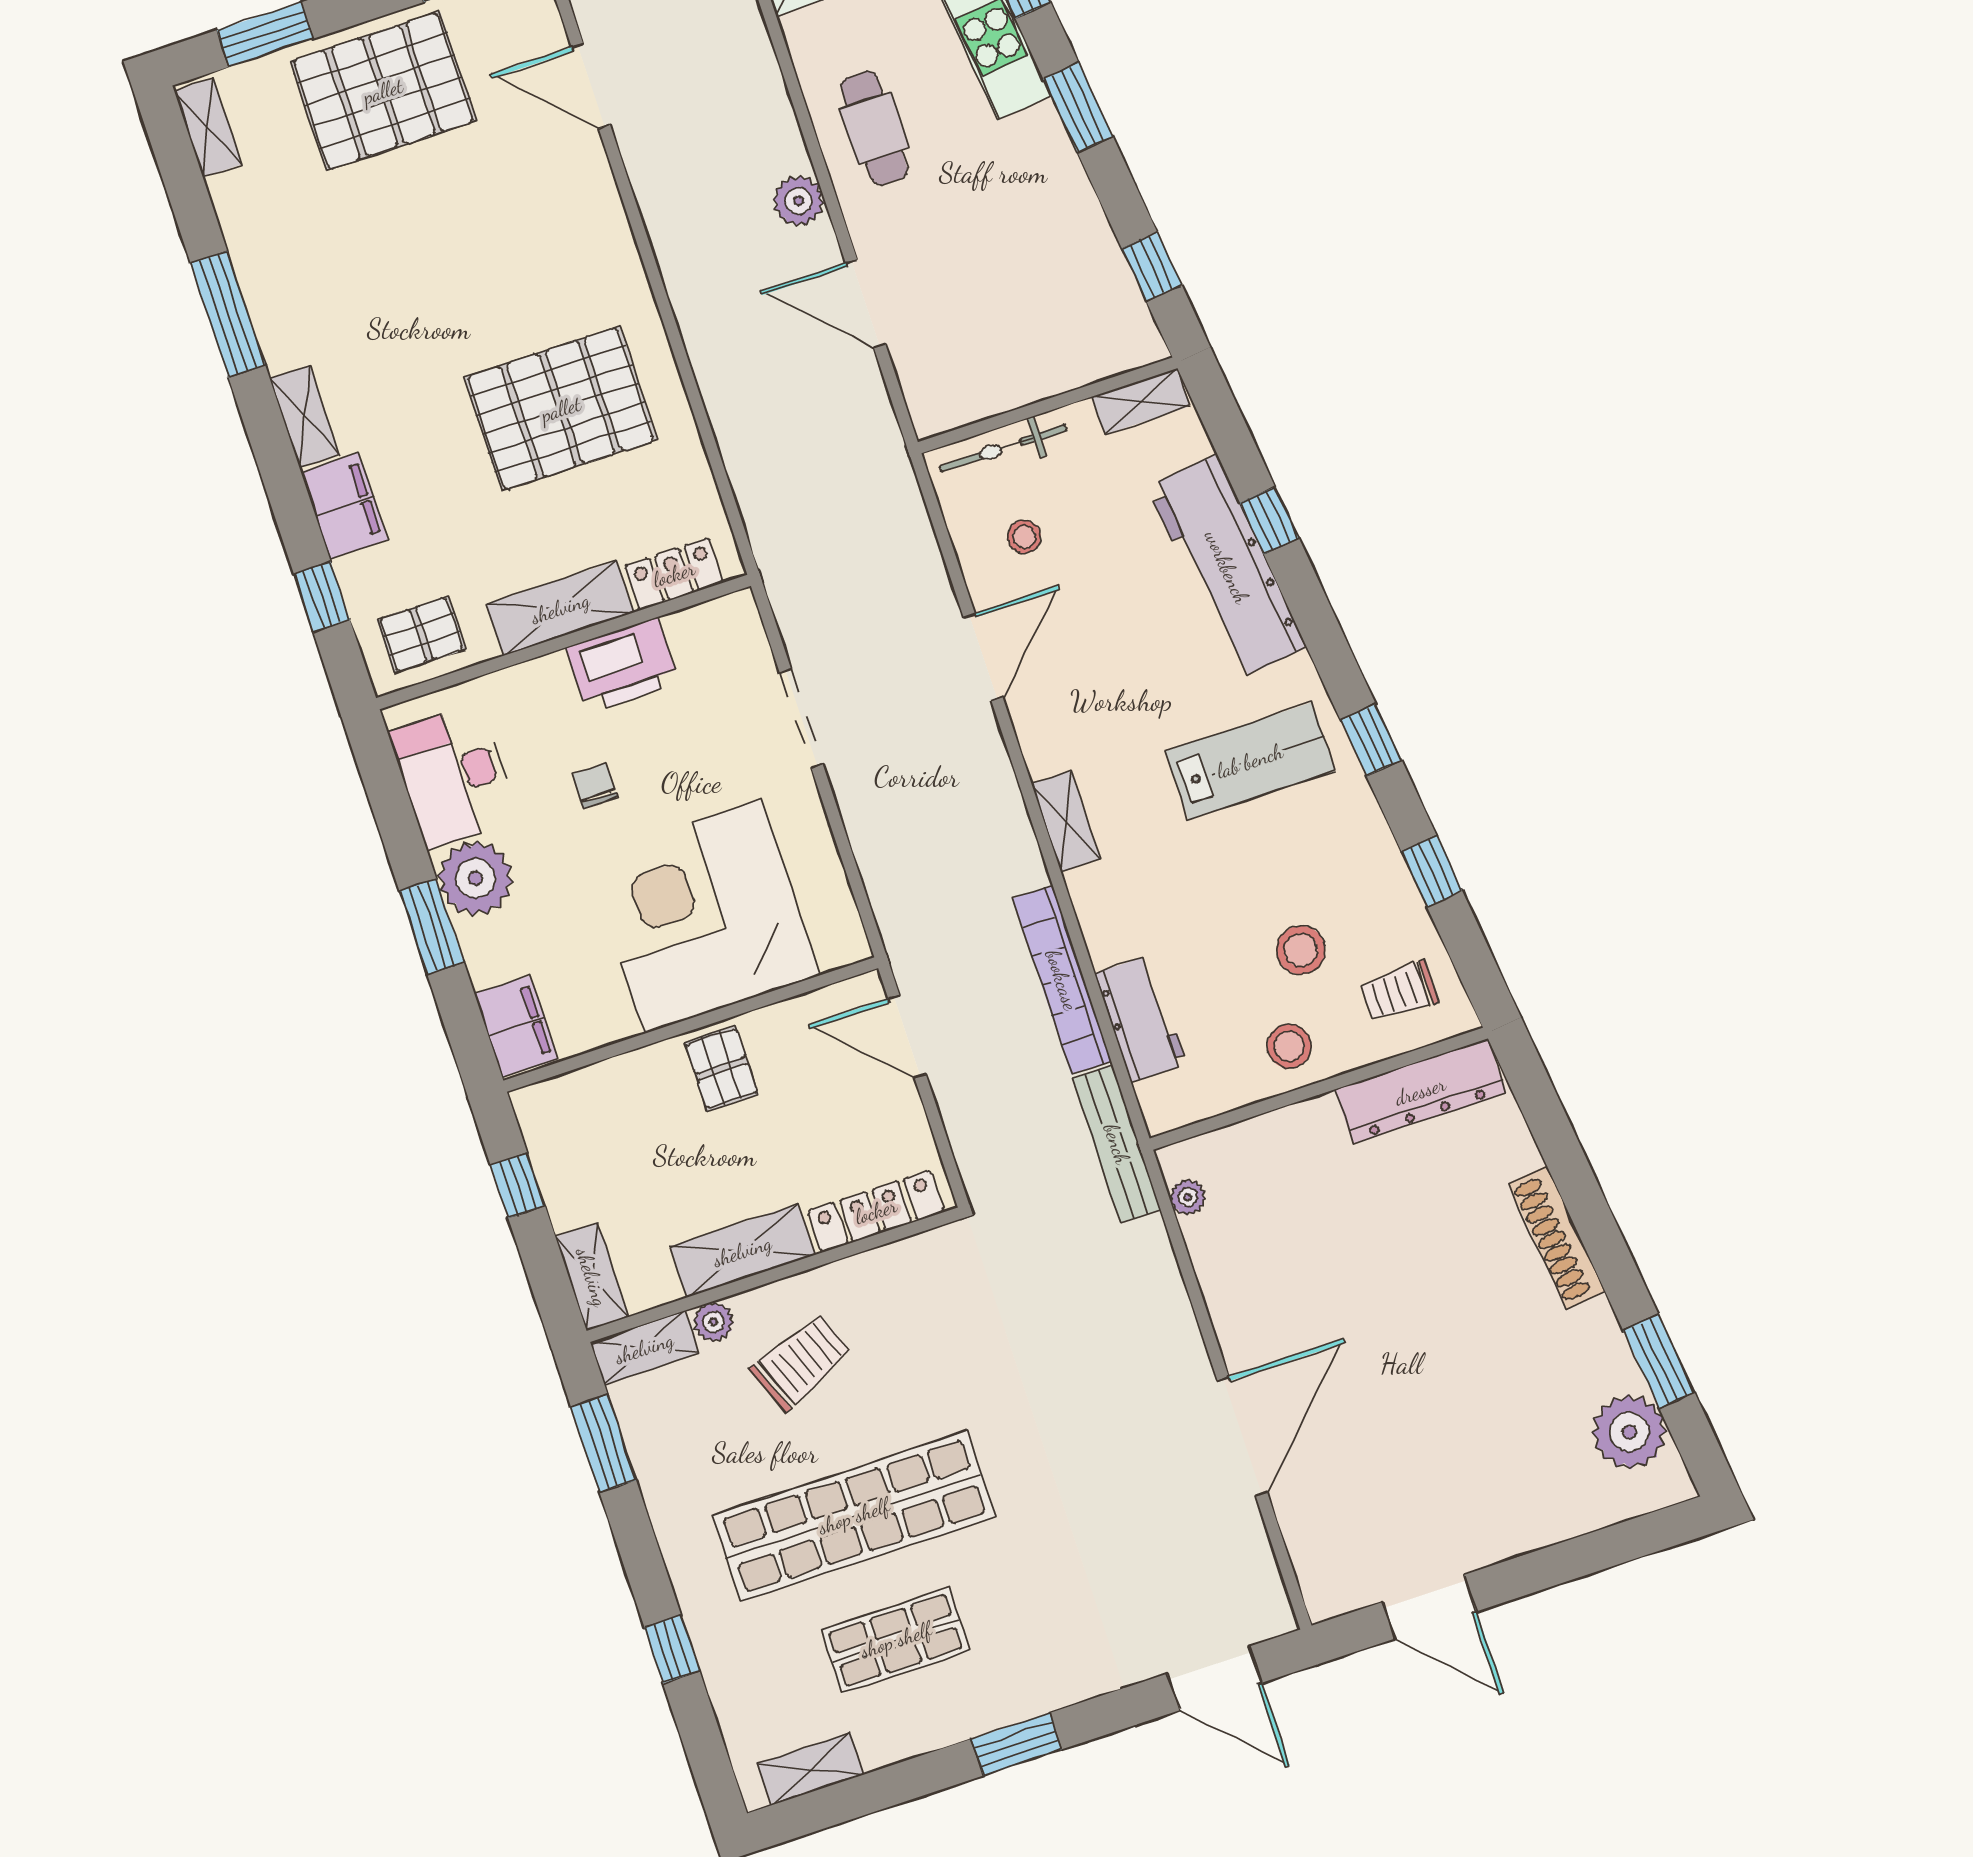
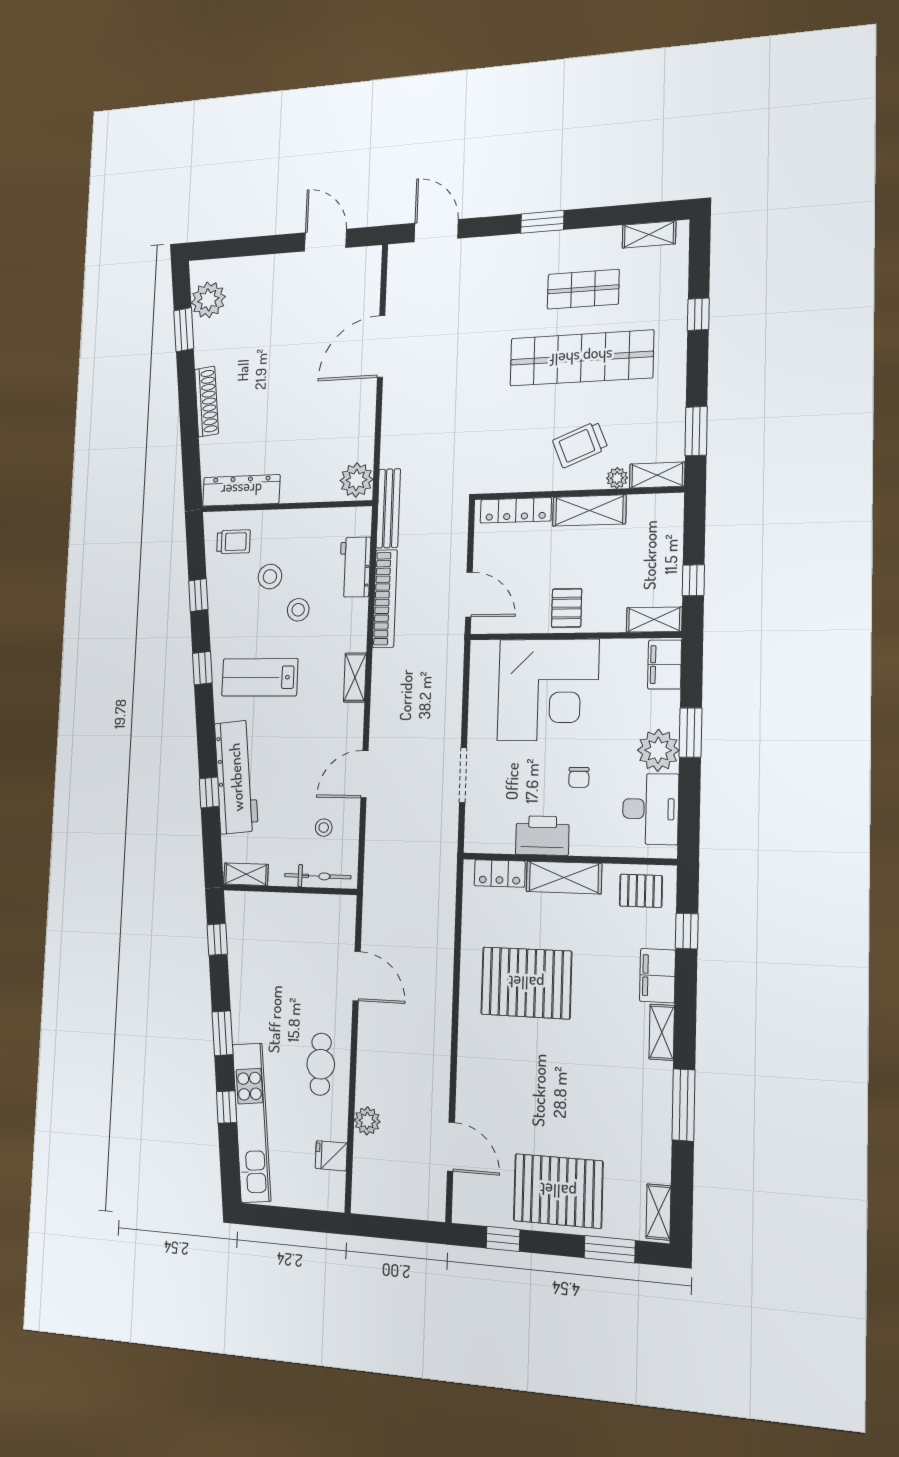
plant: (798, 201) -> (367, 1121), moved
stool: (1289, 1046) -> (298, 610), moved
plant: (1188, 1197) -> (356, 480), width x1.87, depth x1.87
shelving: (592, 1277) -> (654, 620), moved, turned 90

